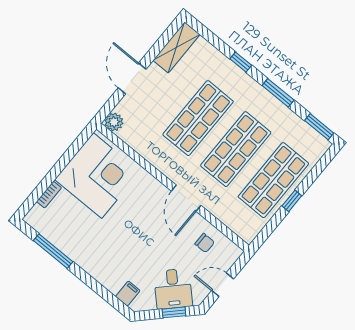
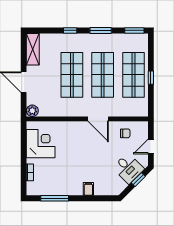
corner desk: (97, 176) -> (41, 144), width x0.74, depth x0.74
filing cabinet: (128, 294) -> (88, 189), moved

